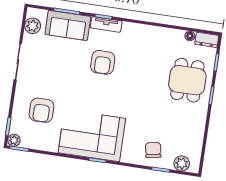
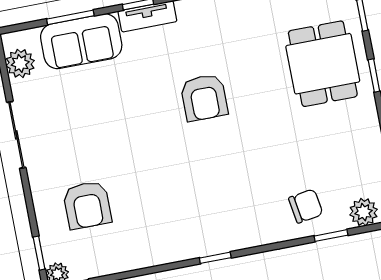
armchair: (103, 62) -> (204, 98), moved
corner sofa: (92, 136) -> (190, 218), removed
chair: (153, 150) -> (306, 206), turned 91

